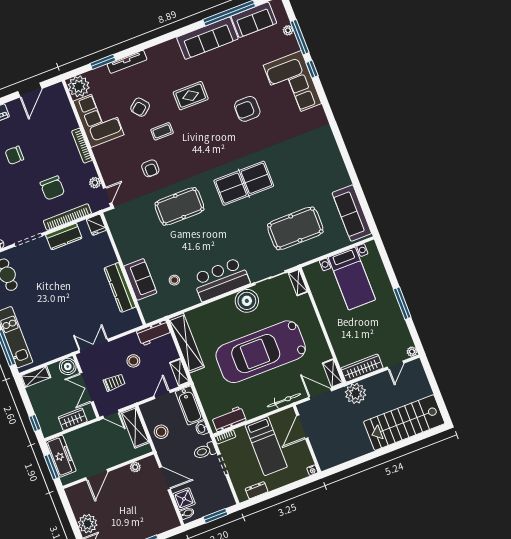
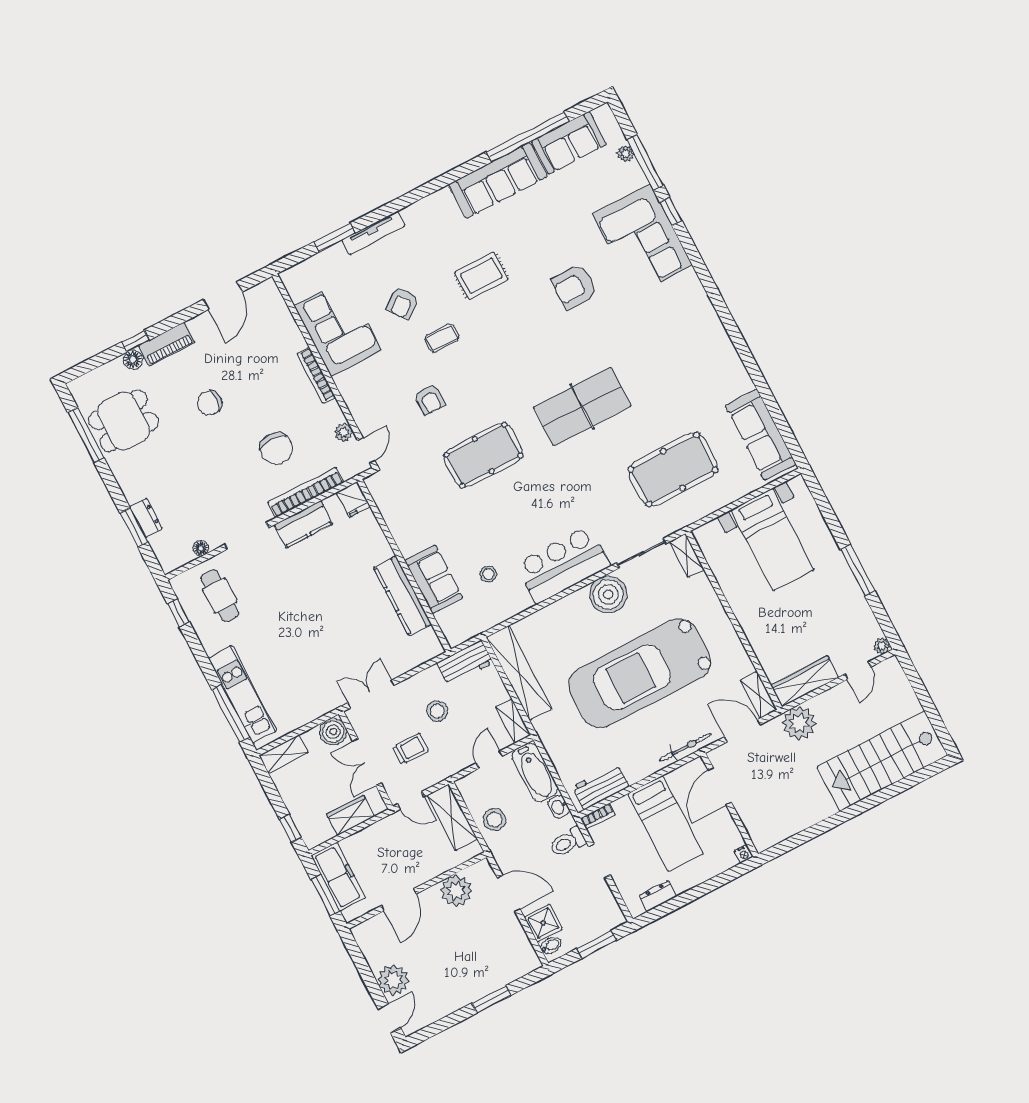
plant: (79, 86) -> (300, 281), removed
plant: (135, 467) -> (456, 891), width x1.88, depth x1.88

